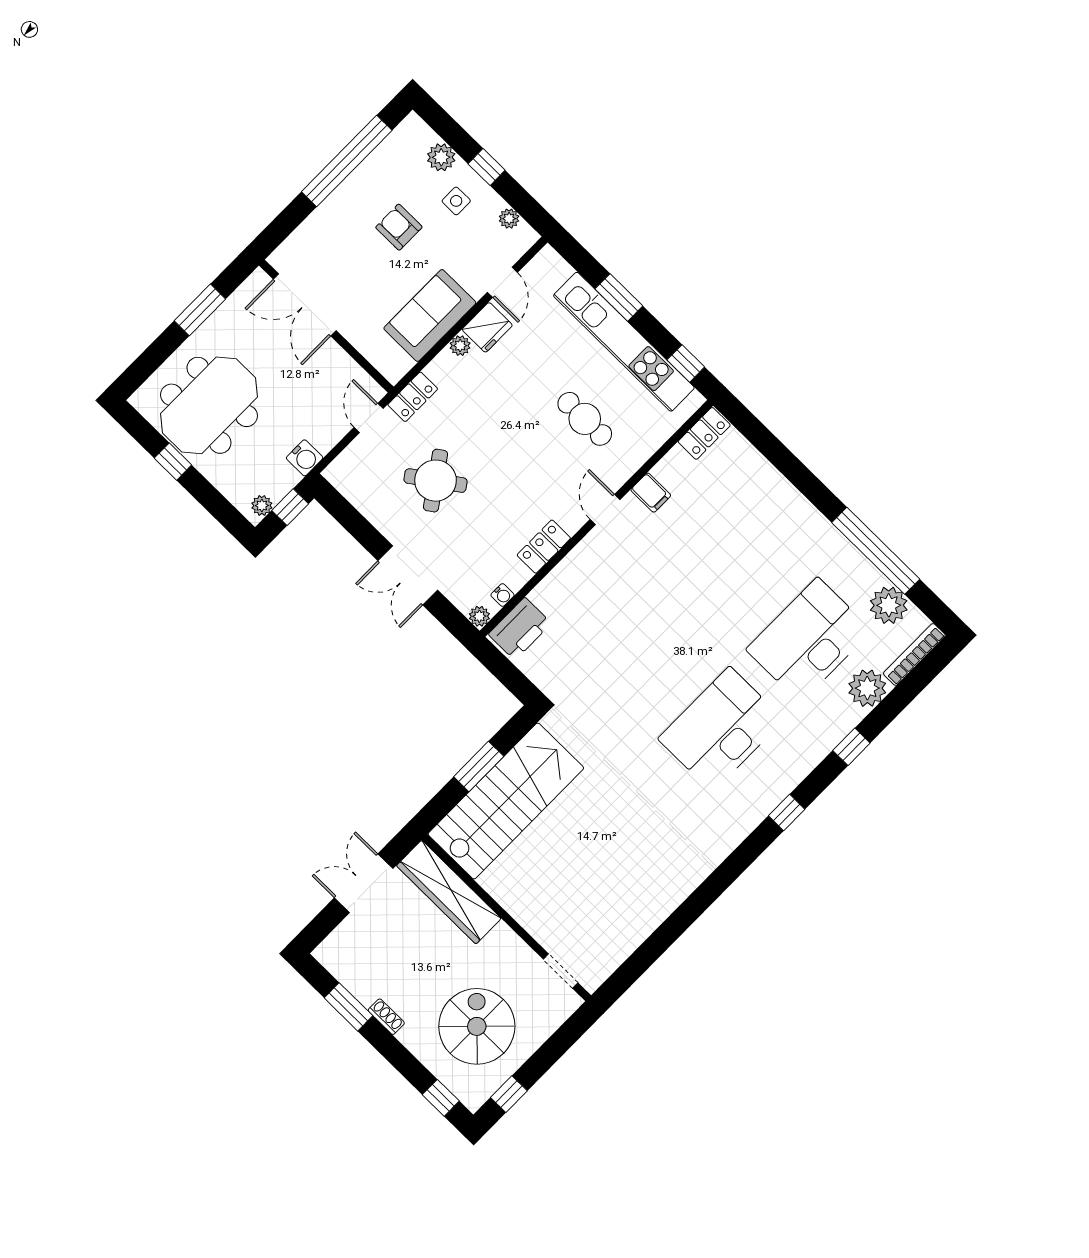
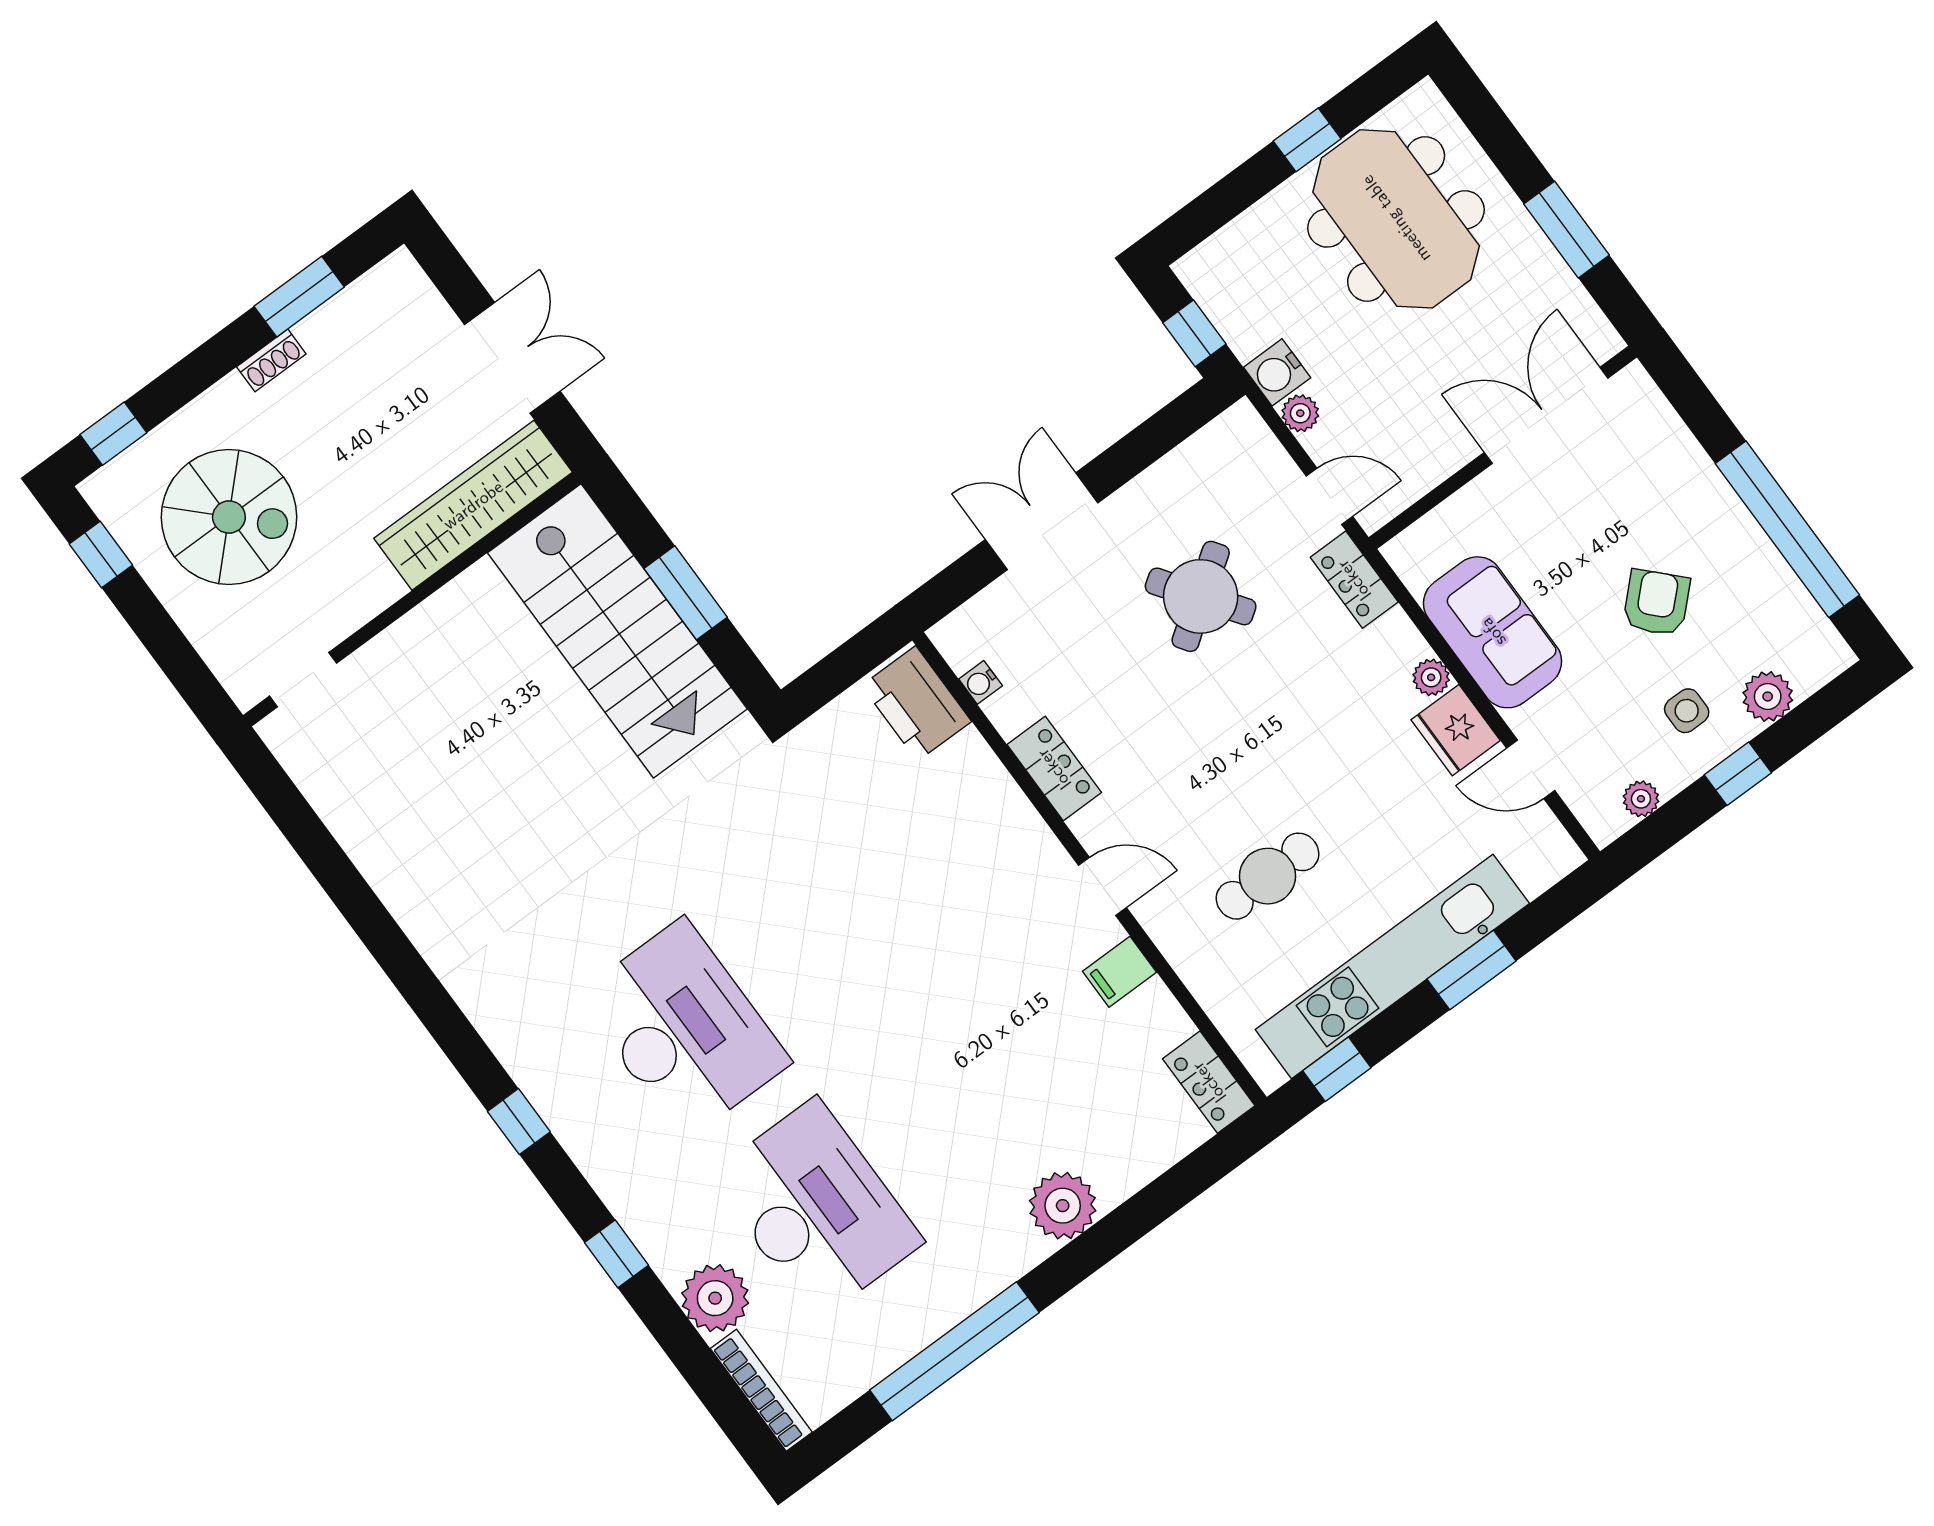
armchair: (399, 227) -> (1656, 603), turned -44
plant: (262, 506) -> (1300, 413), moved
plant: (889, 605) -> (1063, 1206), moved
plant: (479, 616) -> (950, 636), removed

